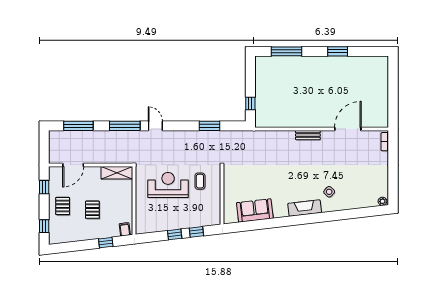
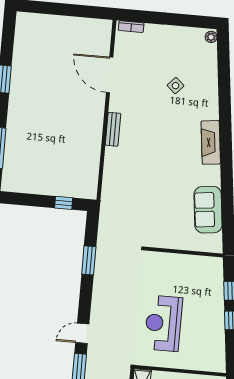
coffee table: (200, 181) -> (162, 280), removed
side table: (329, 192) -> (176, 86), moved

